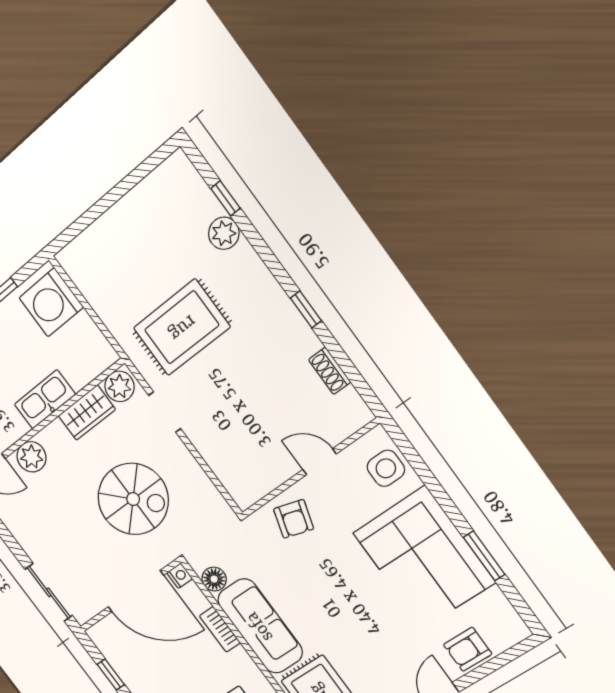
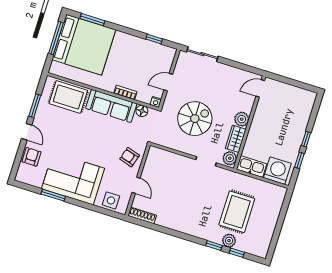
window: (306, 309) -> (214, 246), moved
rug: (182, 327) -> (237, 212), moved
shoe rack: (330, 371) -> (142, 216), moved, width x1.43
kitchen sink: (45, 399) -> (252, 167), moved, turned -90
plant: (31, 457) -> (242, 119), moved
door: (319, 462) -> (136, 185), hinge flipped
spiral stairs: (133, 499) -> (195, 119), turned 180
door: (136, 591) -> (168, 82), width x0.53

